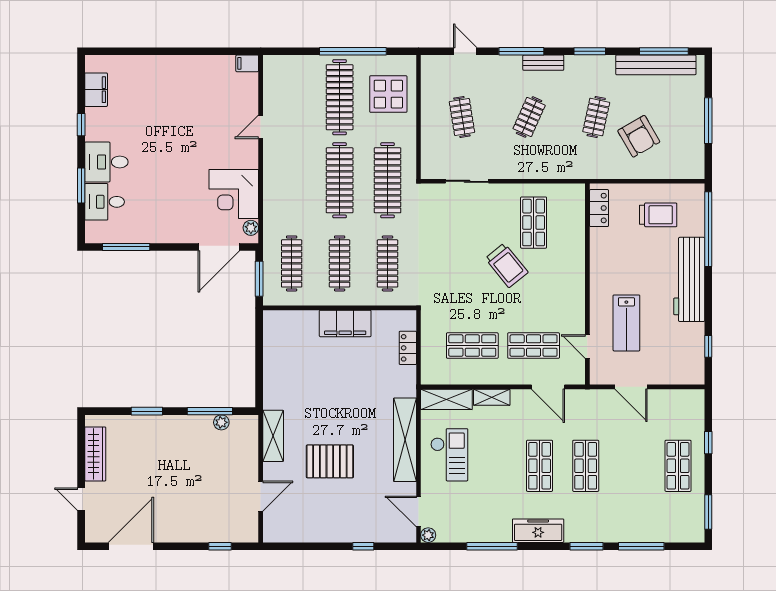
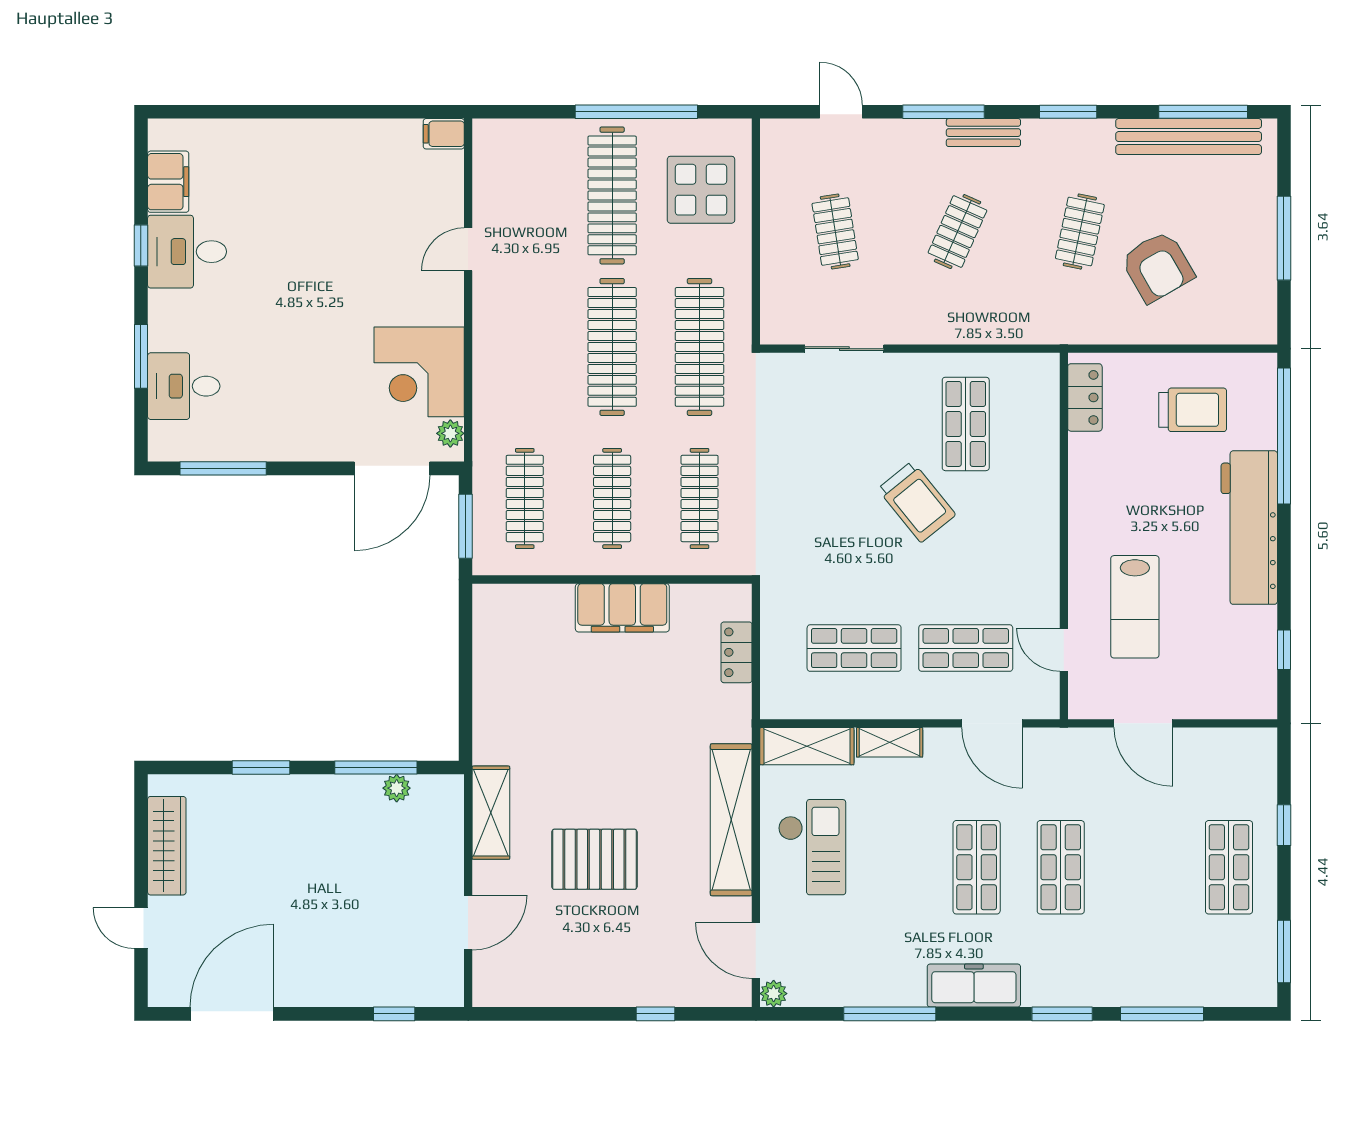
desk: (106, 162) -> (187, 252), moved

